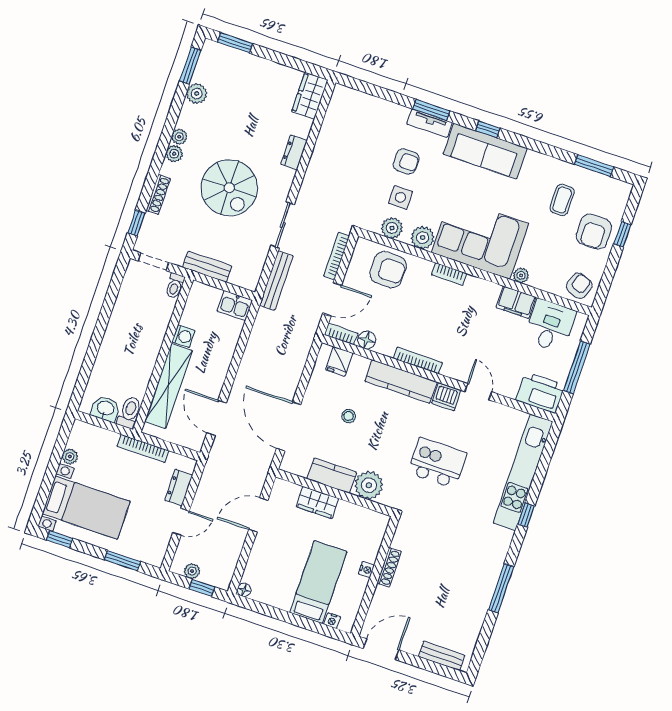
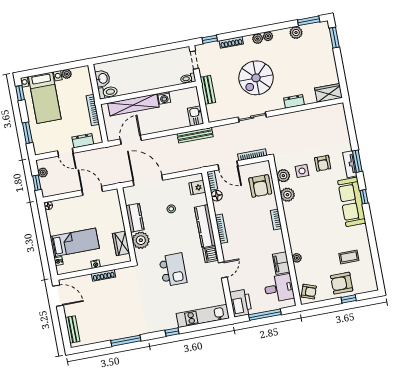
window: (594, 166) -> (376, 264), removed
corner sofa: (480, 238) -> (304, 225), removed
bench: (276, 281) -> (195, 135), moved
door: (289, 426) -> (148, 180), hinge flipped
kitchen unit: (523, 472) -> (203, 316), width x0.73
wardrobe: (318, 502) -> (121, 243), moved

